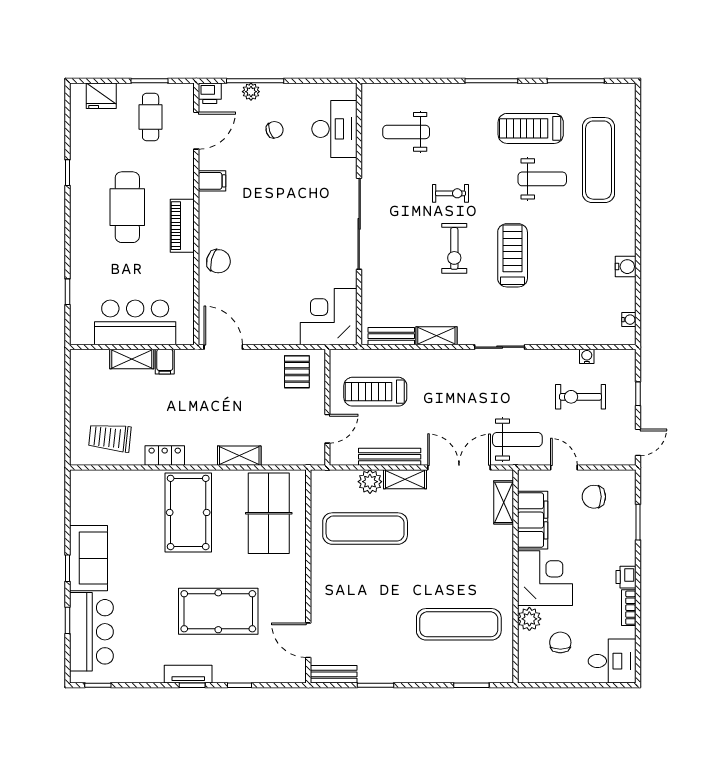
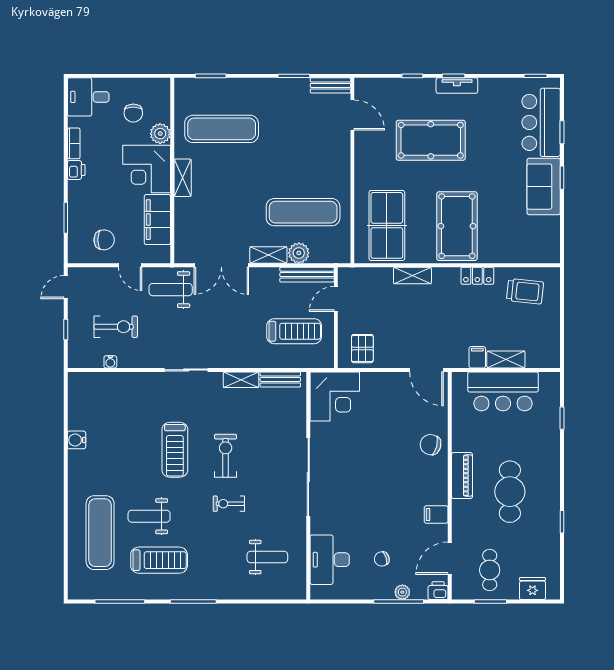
water cooler: (629, 320) -> (74, 394), removed
bench: (390, 457) -> (307, 275), moved
shelving: (504, 502) -> (183, 178), moved

